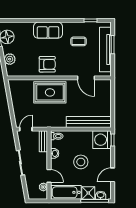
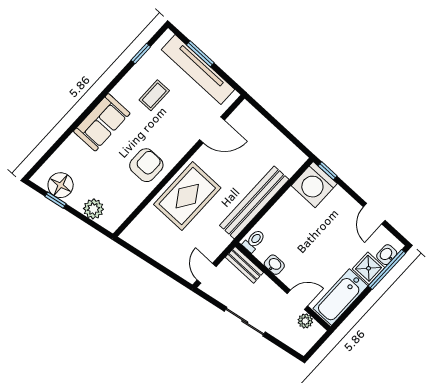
bench: (89, 122) -> (254, 202), moved
stool: (81, 162) -> (318, 240), removed

